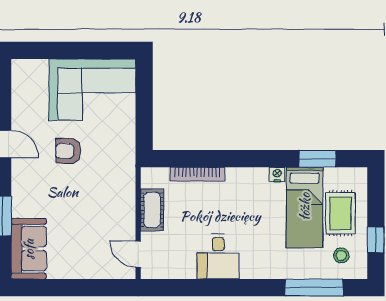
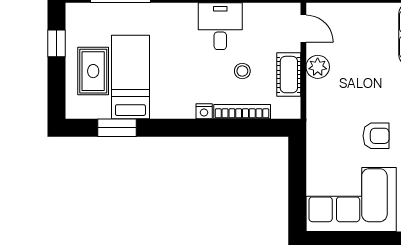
nightstand: (277, 175) -> (204, 111), moved
plant: (124, 217) -> (318, 67), added
stool: (341, 255) -> (242, 71), moved

